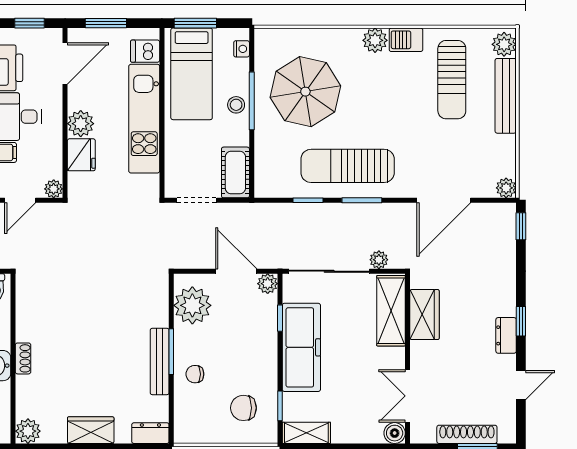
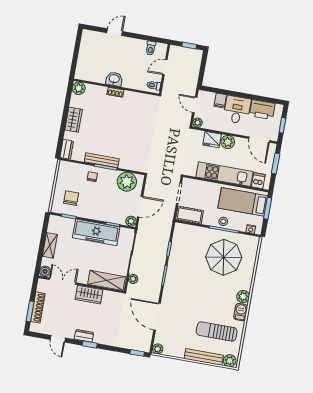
sun lounger: (348, 166) -> (183, 272), removed
wardrobe: (424, 315) -> (89, 295), moved
shelving: (306, 433) -> (50, 245), moved

